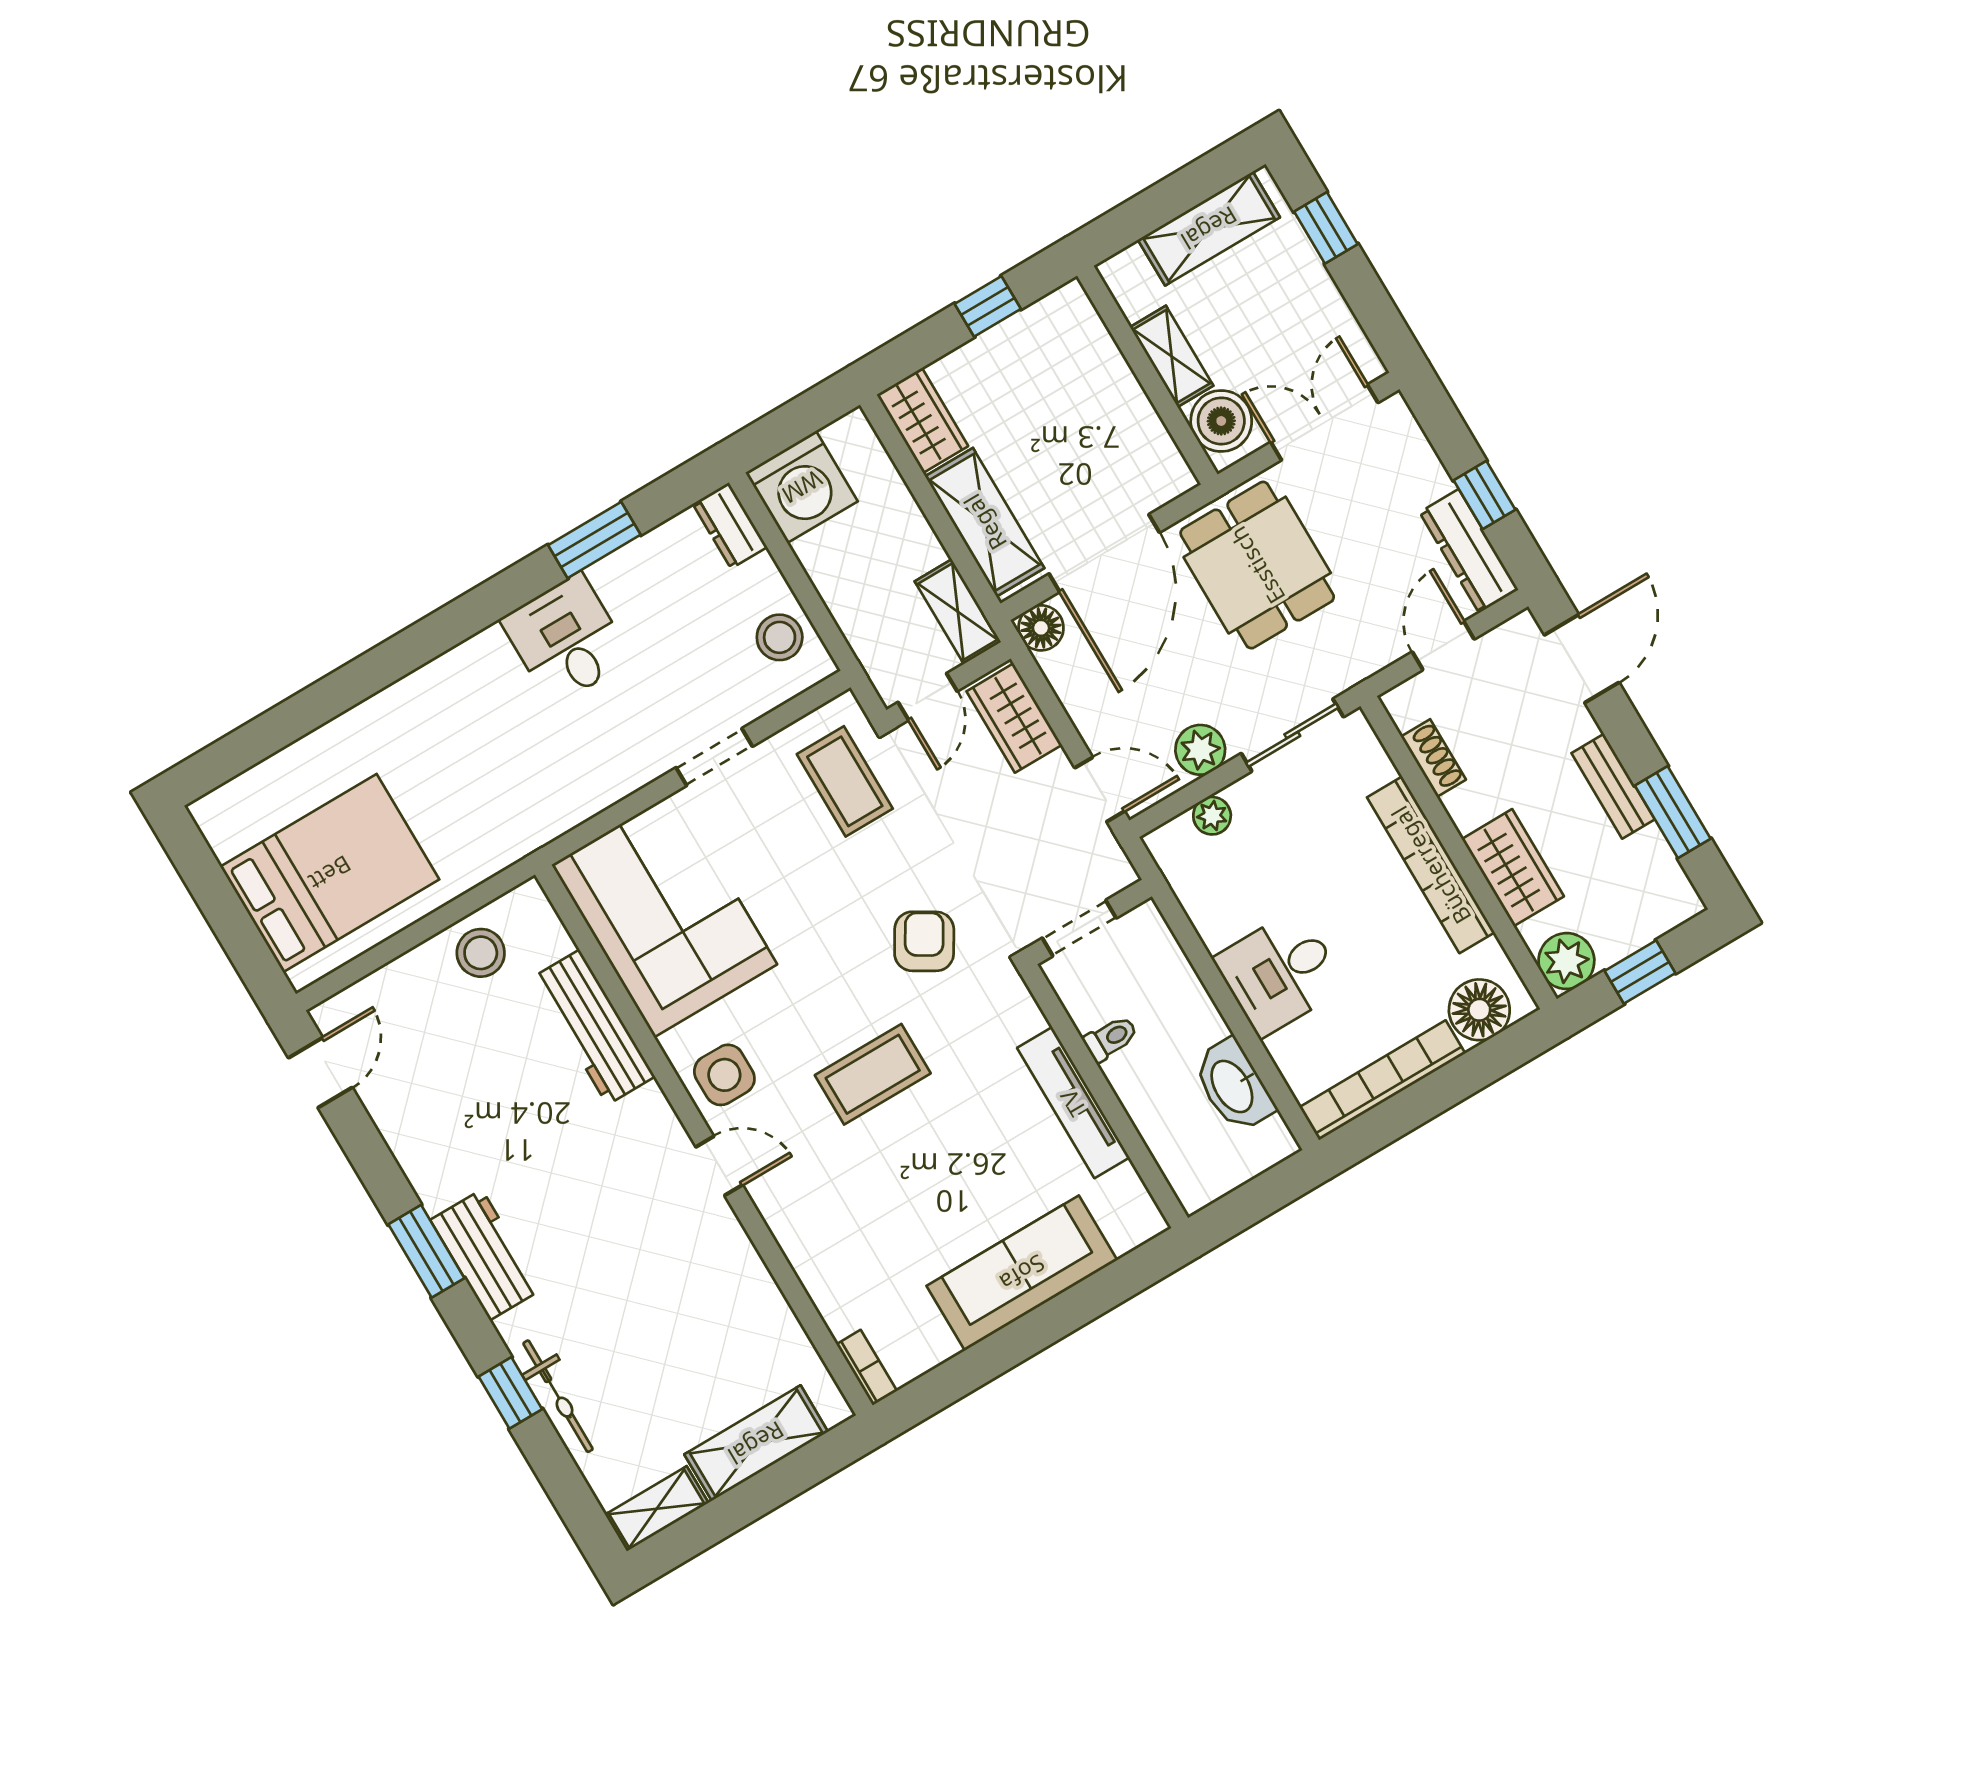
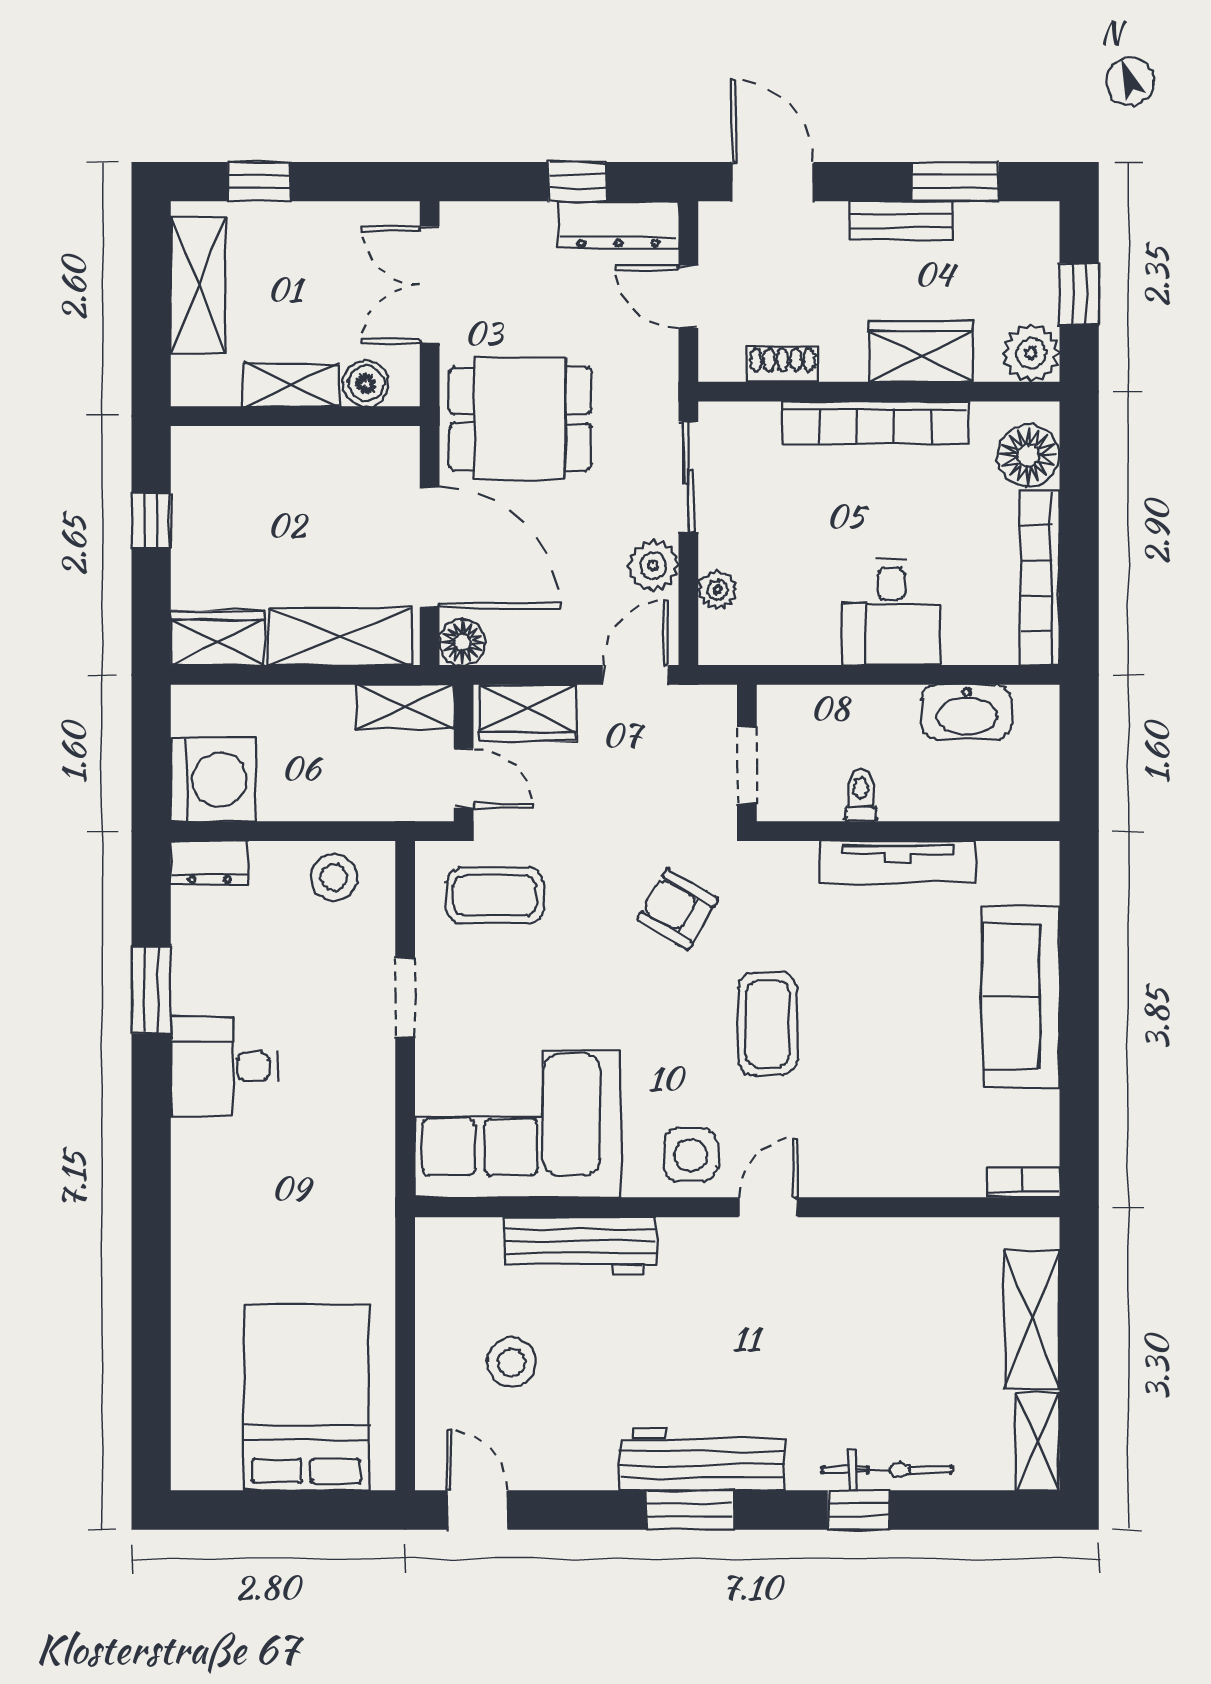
boiler: (1221, 421) -> (366, 383), width x0.73, depth x0.73
stool: (481, 953) -> (512, 1362), moved
workbench: (486, 1255) -> (702, 1460), width x1.38

